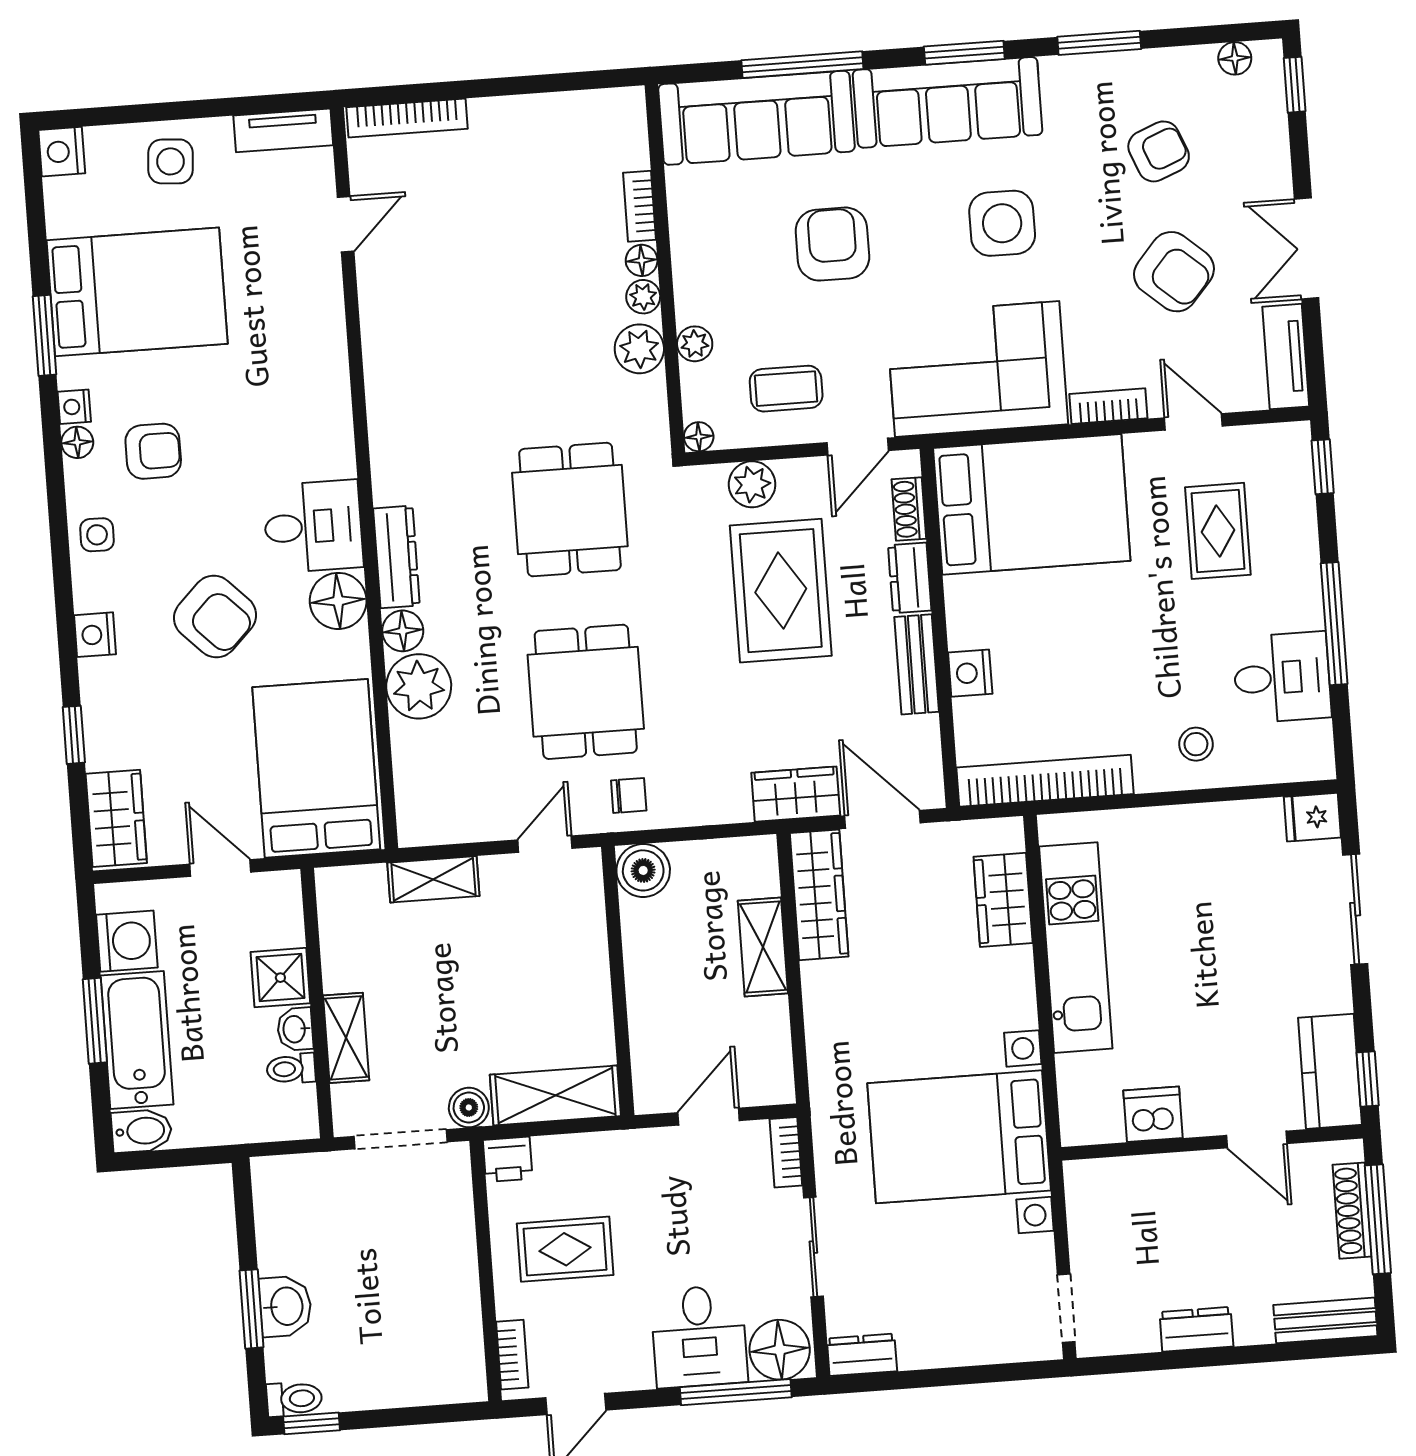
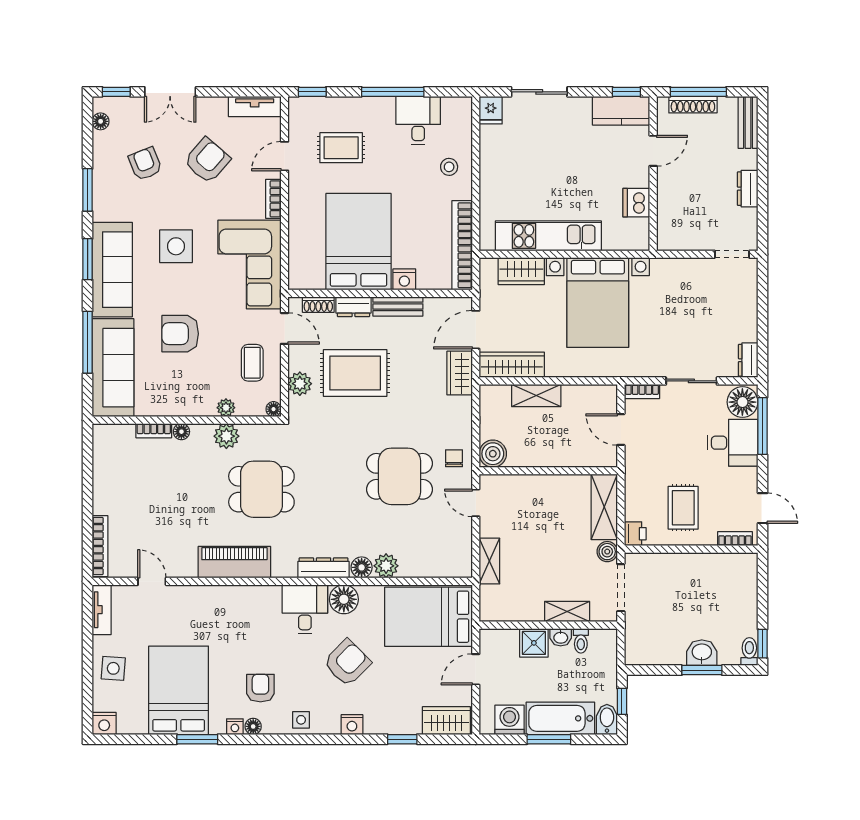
double door: (1307, 249) -> (170, 92), moved
plant: (643, 297) -> (200, 432), removed
piano: (395, 382) -> (234, 562), added
bed: (1032, 504) -> (358, 242), moved
dining table: (570, 510) -> (261, 489), moved
plant: (419, 686) -> (386, 566), width x0.73, depth x0.73
bed with nightstands: (959, 1137) -> (598, 302), moved
window: (179, 1158) -> (622, 701), added

